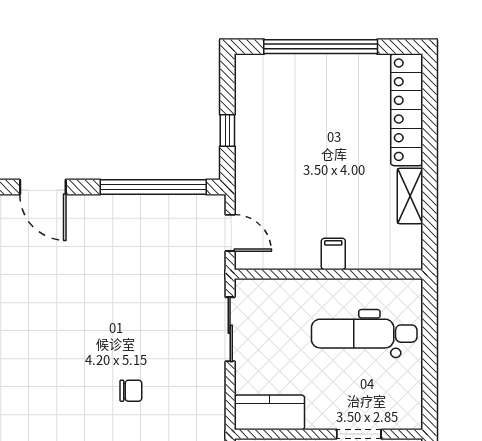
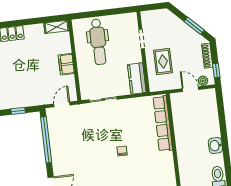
shelving: (410, 196) -> (57, 27), moved
filing cabinet: (333, 254) -> (66, 64), width x2.00
chair: (131, 391) -> (122, 151), moved

